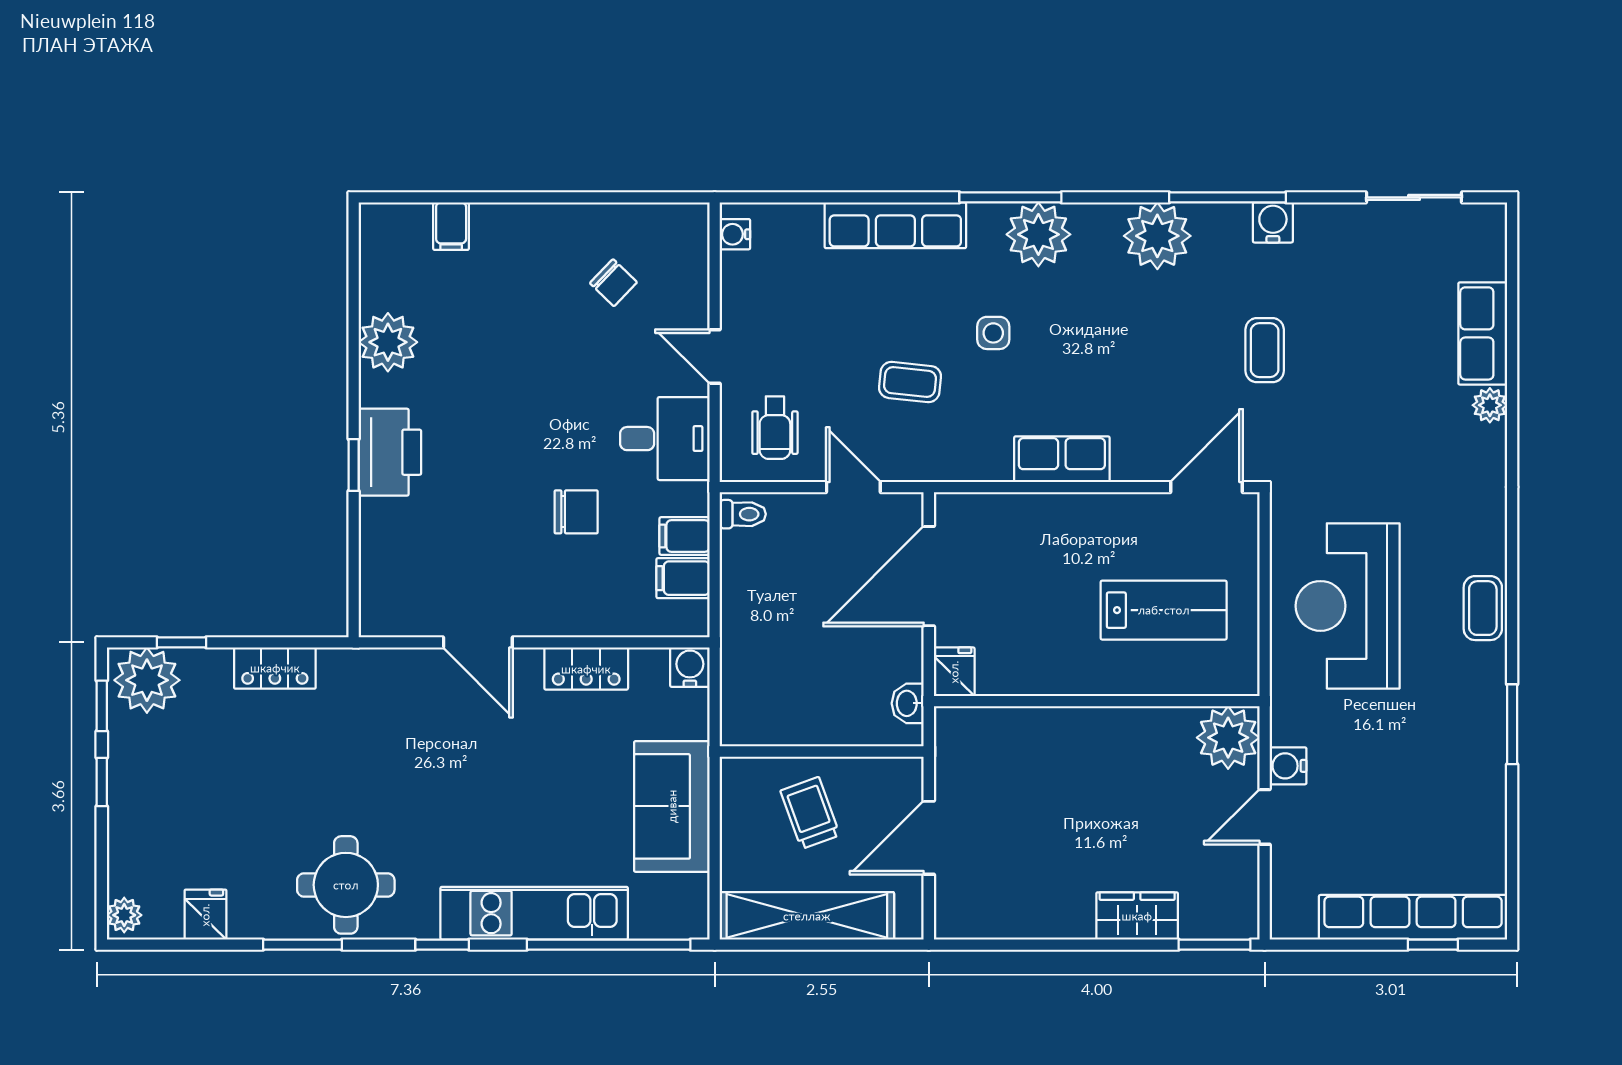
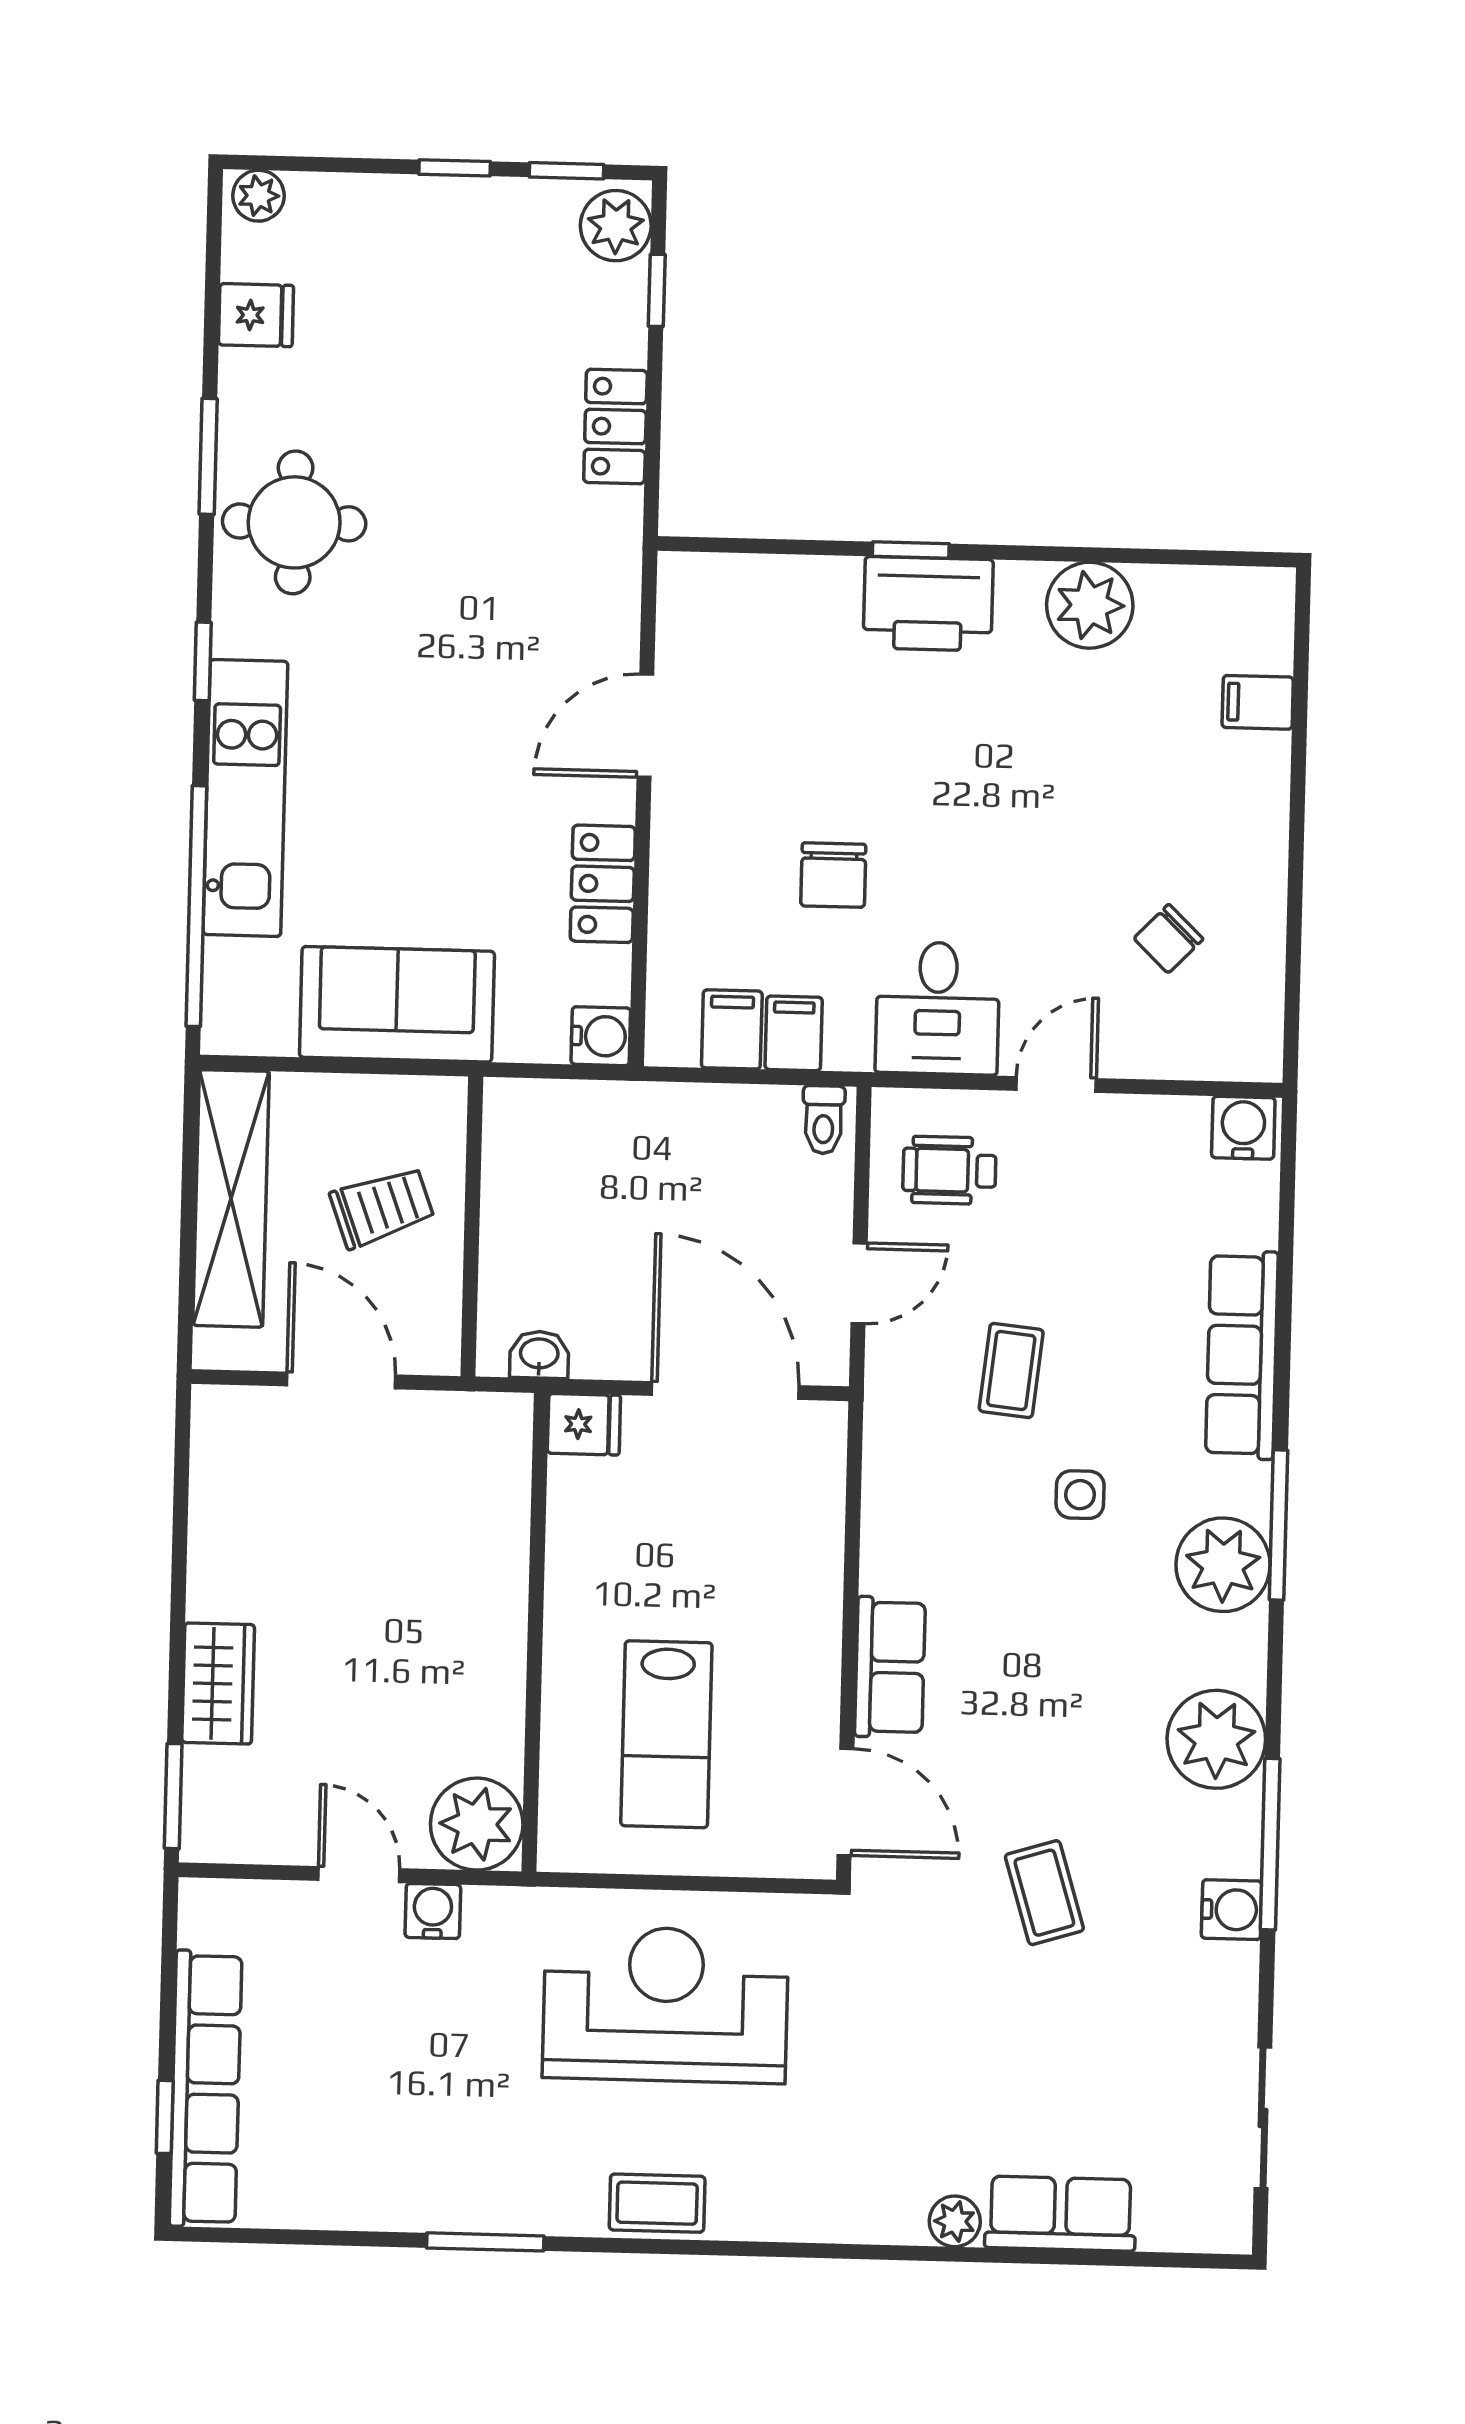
water cooler: (735, 234) -> (1243, 1128), width x1.38, depth x1.38
coffee table: (1265, 350) -> (1044, 1893), turned 73
row of seats: (1062, 459) -> (890, 1667), moved
plant: (147, 680) -> (616, 226), width x0.73, depth x0.73

